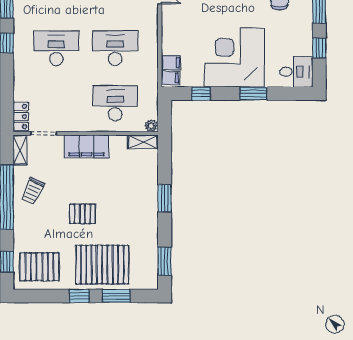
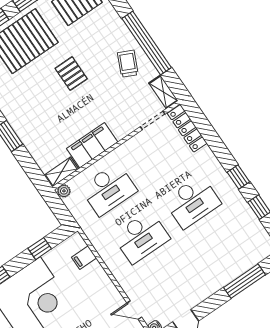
filing cabinet: (170, 78) -> (75, 244), removed
locker: (21, 117) -> (187, 128), width x1.53
filing cabinet: (87, 146) -> (92, 145), moved
pallet: (82, 214) -> (71, 74), turned 90

